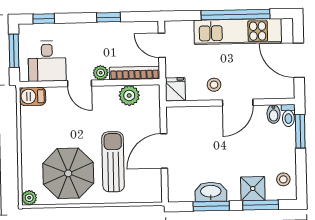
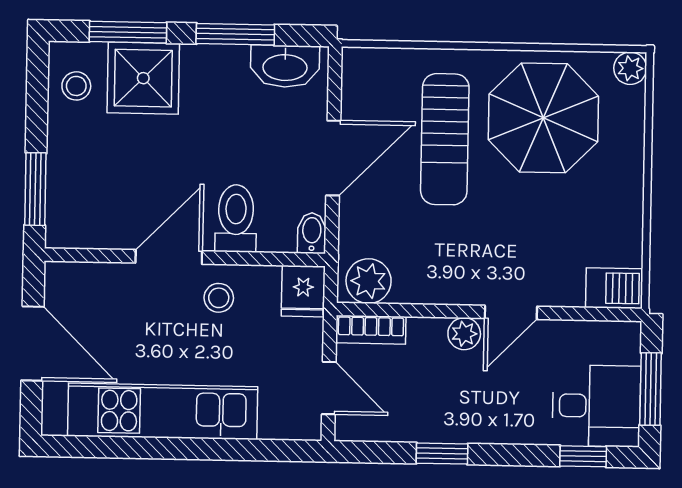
window: (236, 15) -> (166, 448), removed
desk: (47, 61) -> (596, 406), moved, turned 90
bookcase: (135, 73) -> (371, 330), width x0.64
door: (80, 83) -> (511, 312), swing flipped
plant: (129, 95) -> (369, 281), moved
bidet: (274, 114) -> (312, 233), moved
toilet: (288, 115) -> (236, 218), moved, width x1.37, depth x1.39
shower: (253, 189) -> (143, 78), width x1.36, depth x1.36
washbasin: (211, 192) -> (285, 66), moved

